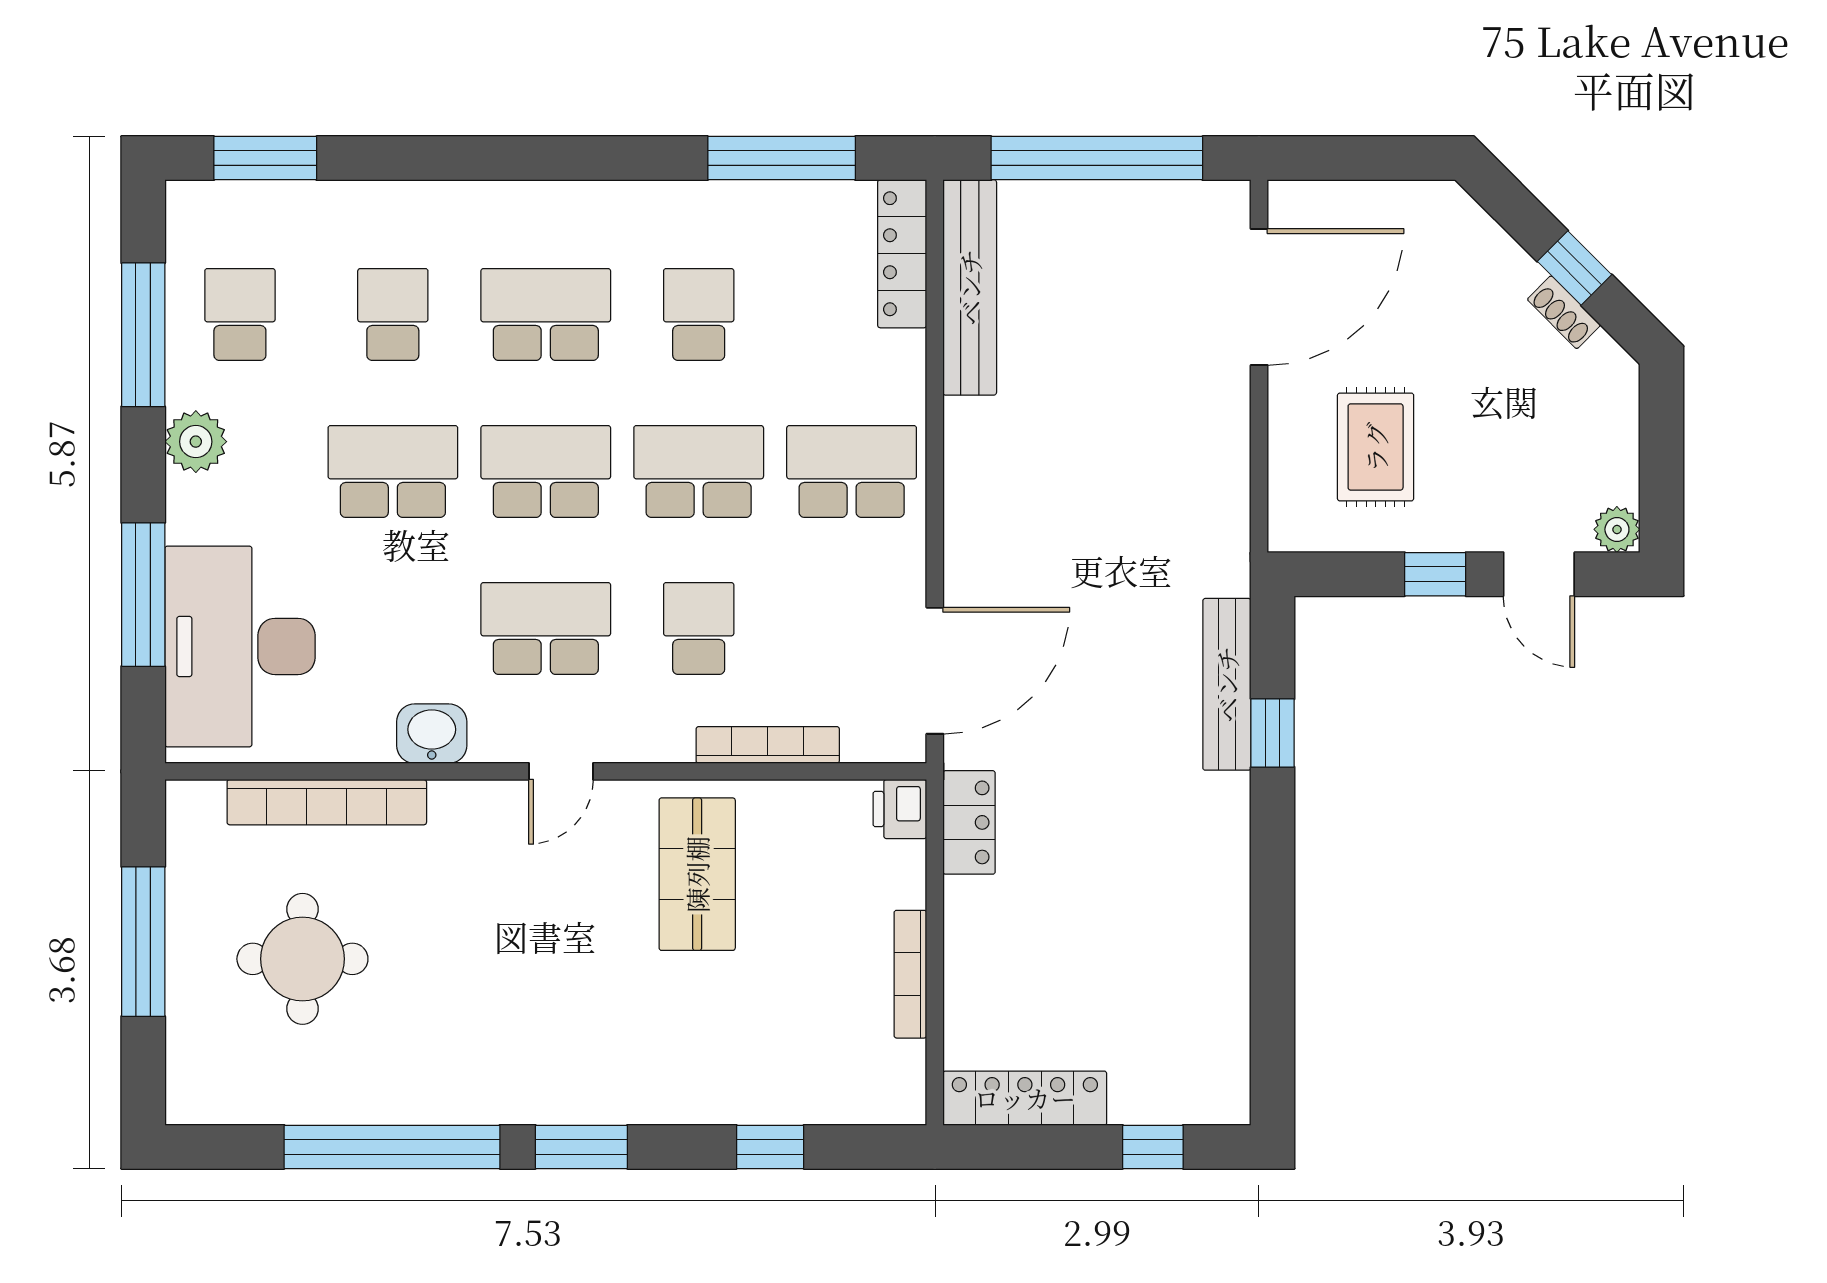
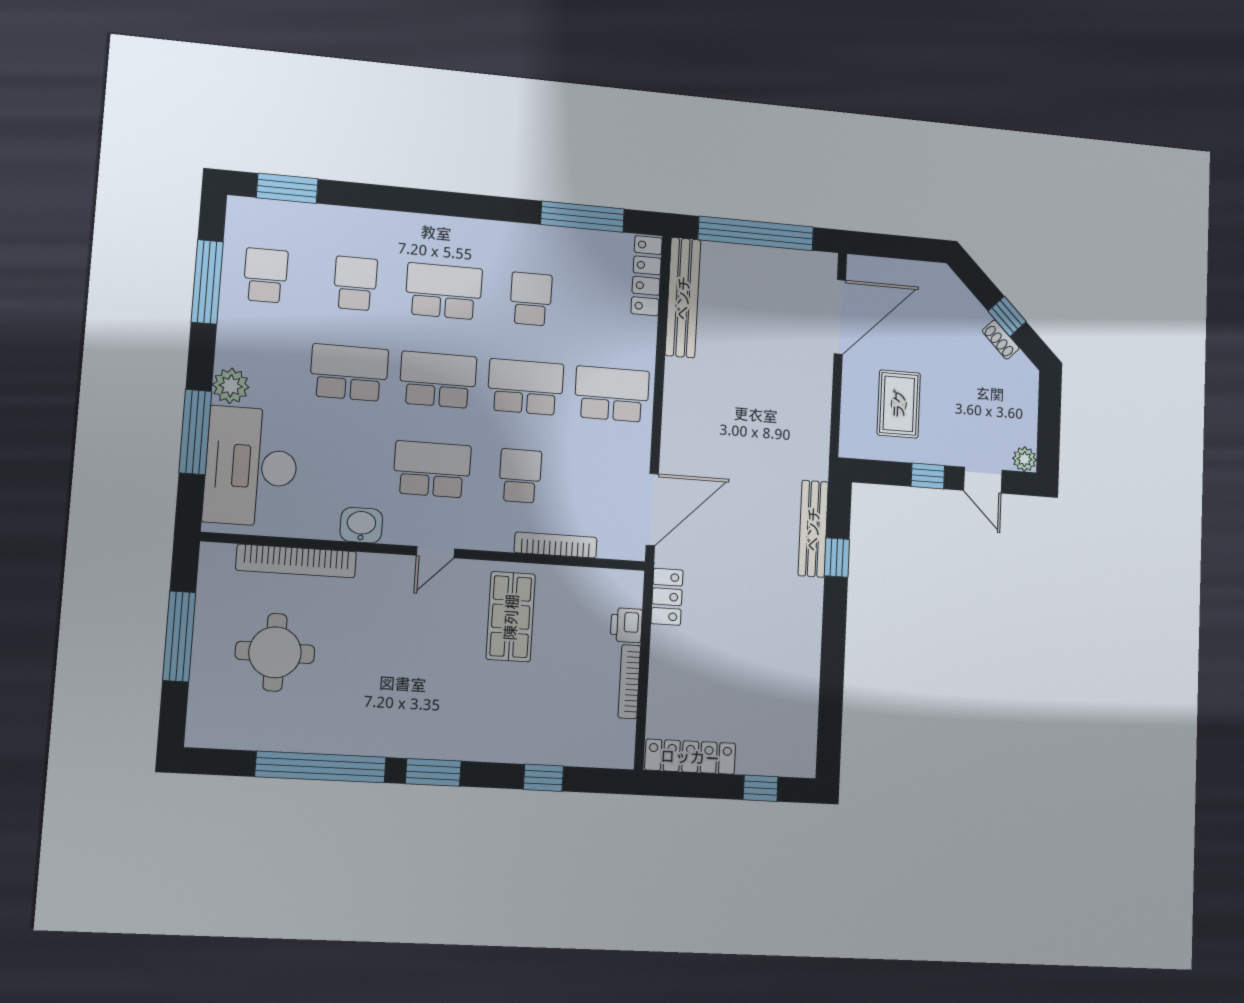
plant: (196, 442) -> (231, 386), moved
printer: (900, 809) -> (626, 625), moved

